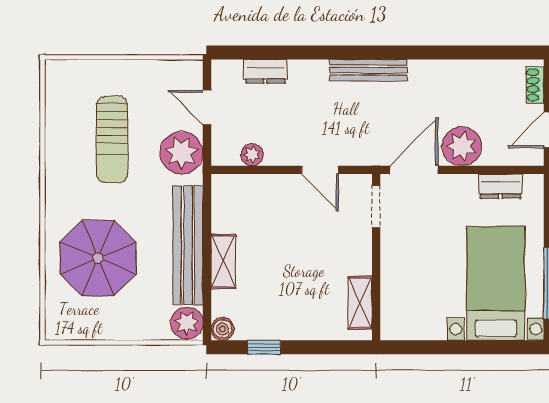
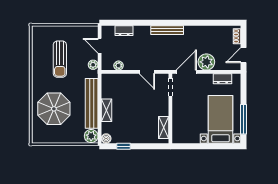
plant: (181, 153) -> (93, 65), width x0.53, depth x0.53

